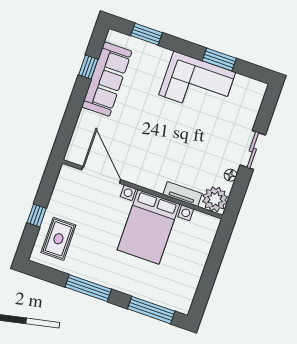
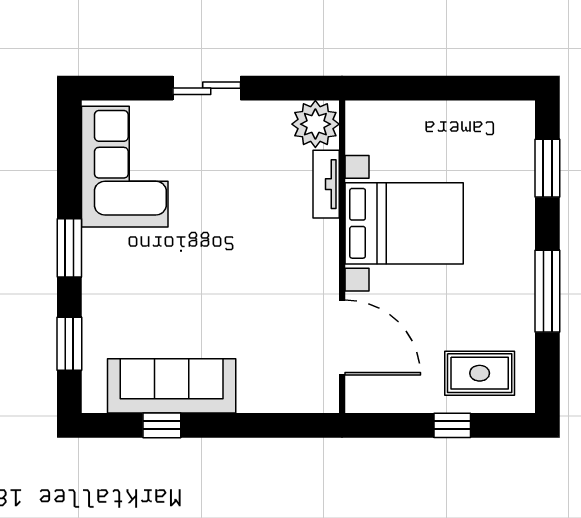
window: (219, 60) -> (69, 248), moved
corner sofa: (197, 84) -> (125, 167), moved
door: (101, 175) -> (342, 337), swing flipped
floor lamp: (231, 175) -> (264, 112), removed
window: (151, 310) -> (547, 168), width x0.69

